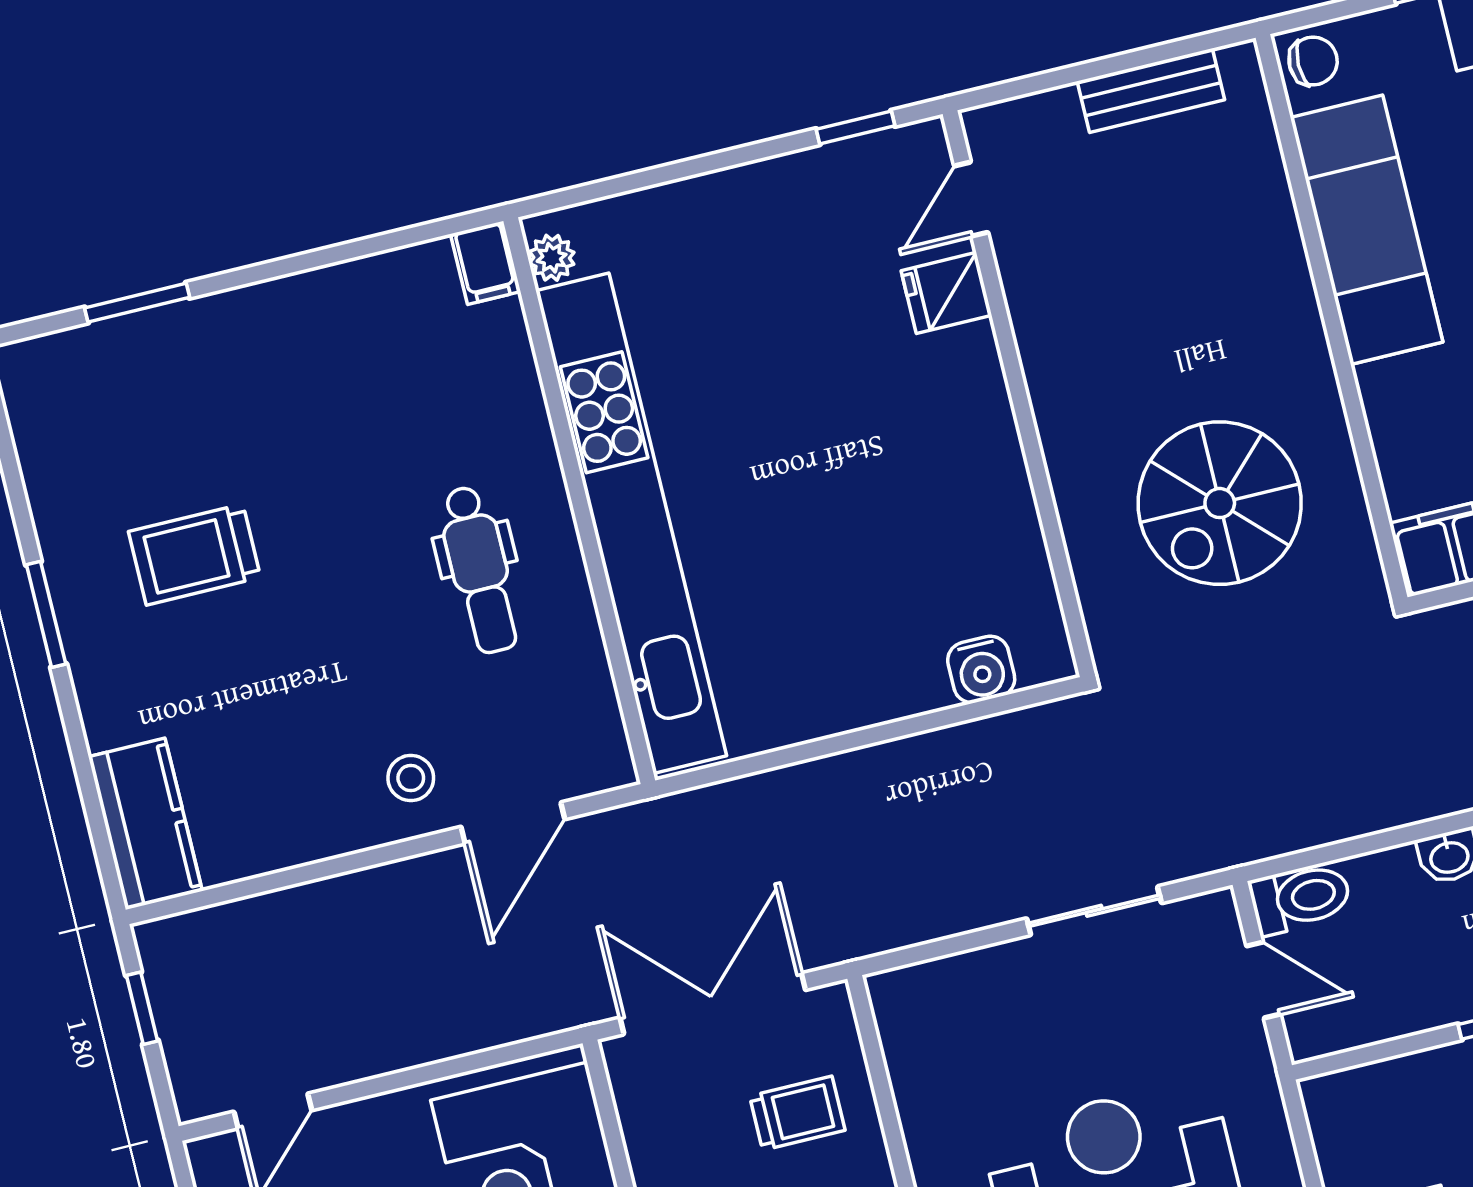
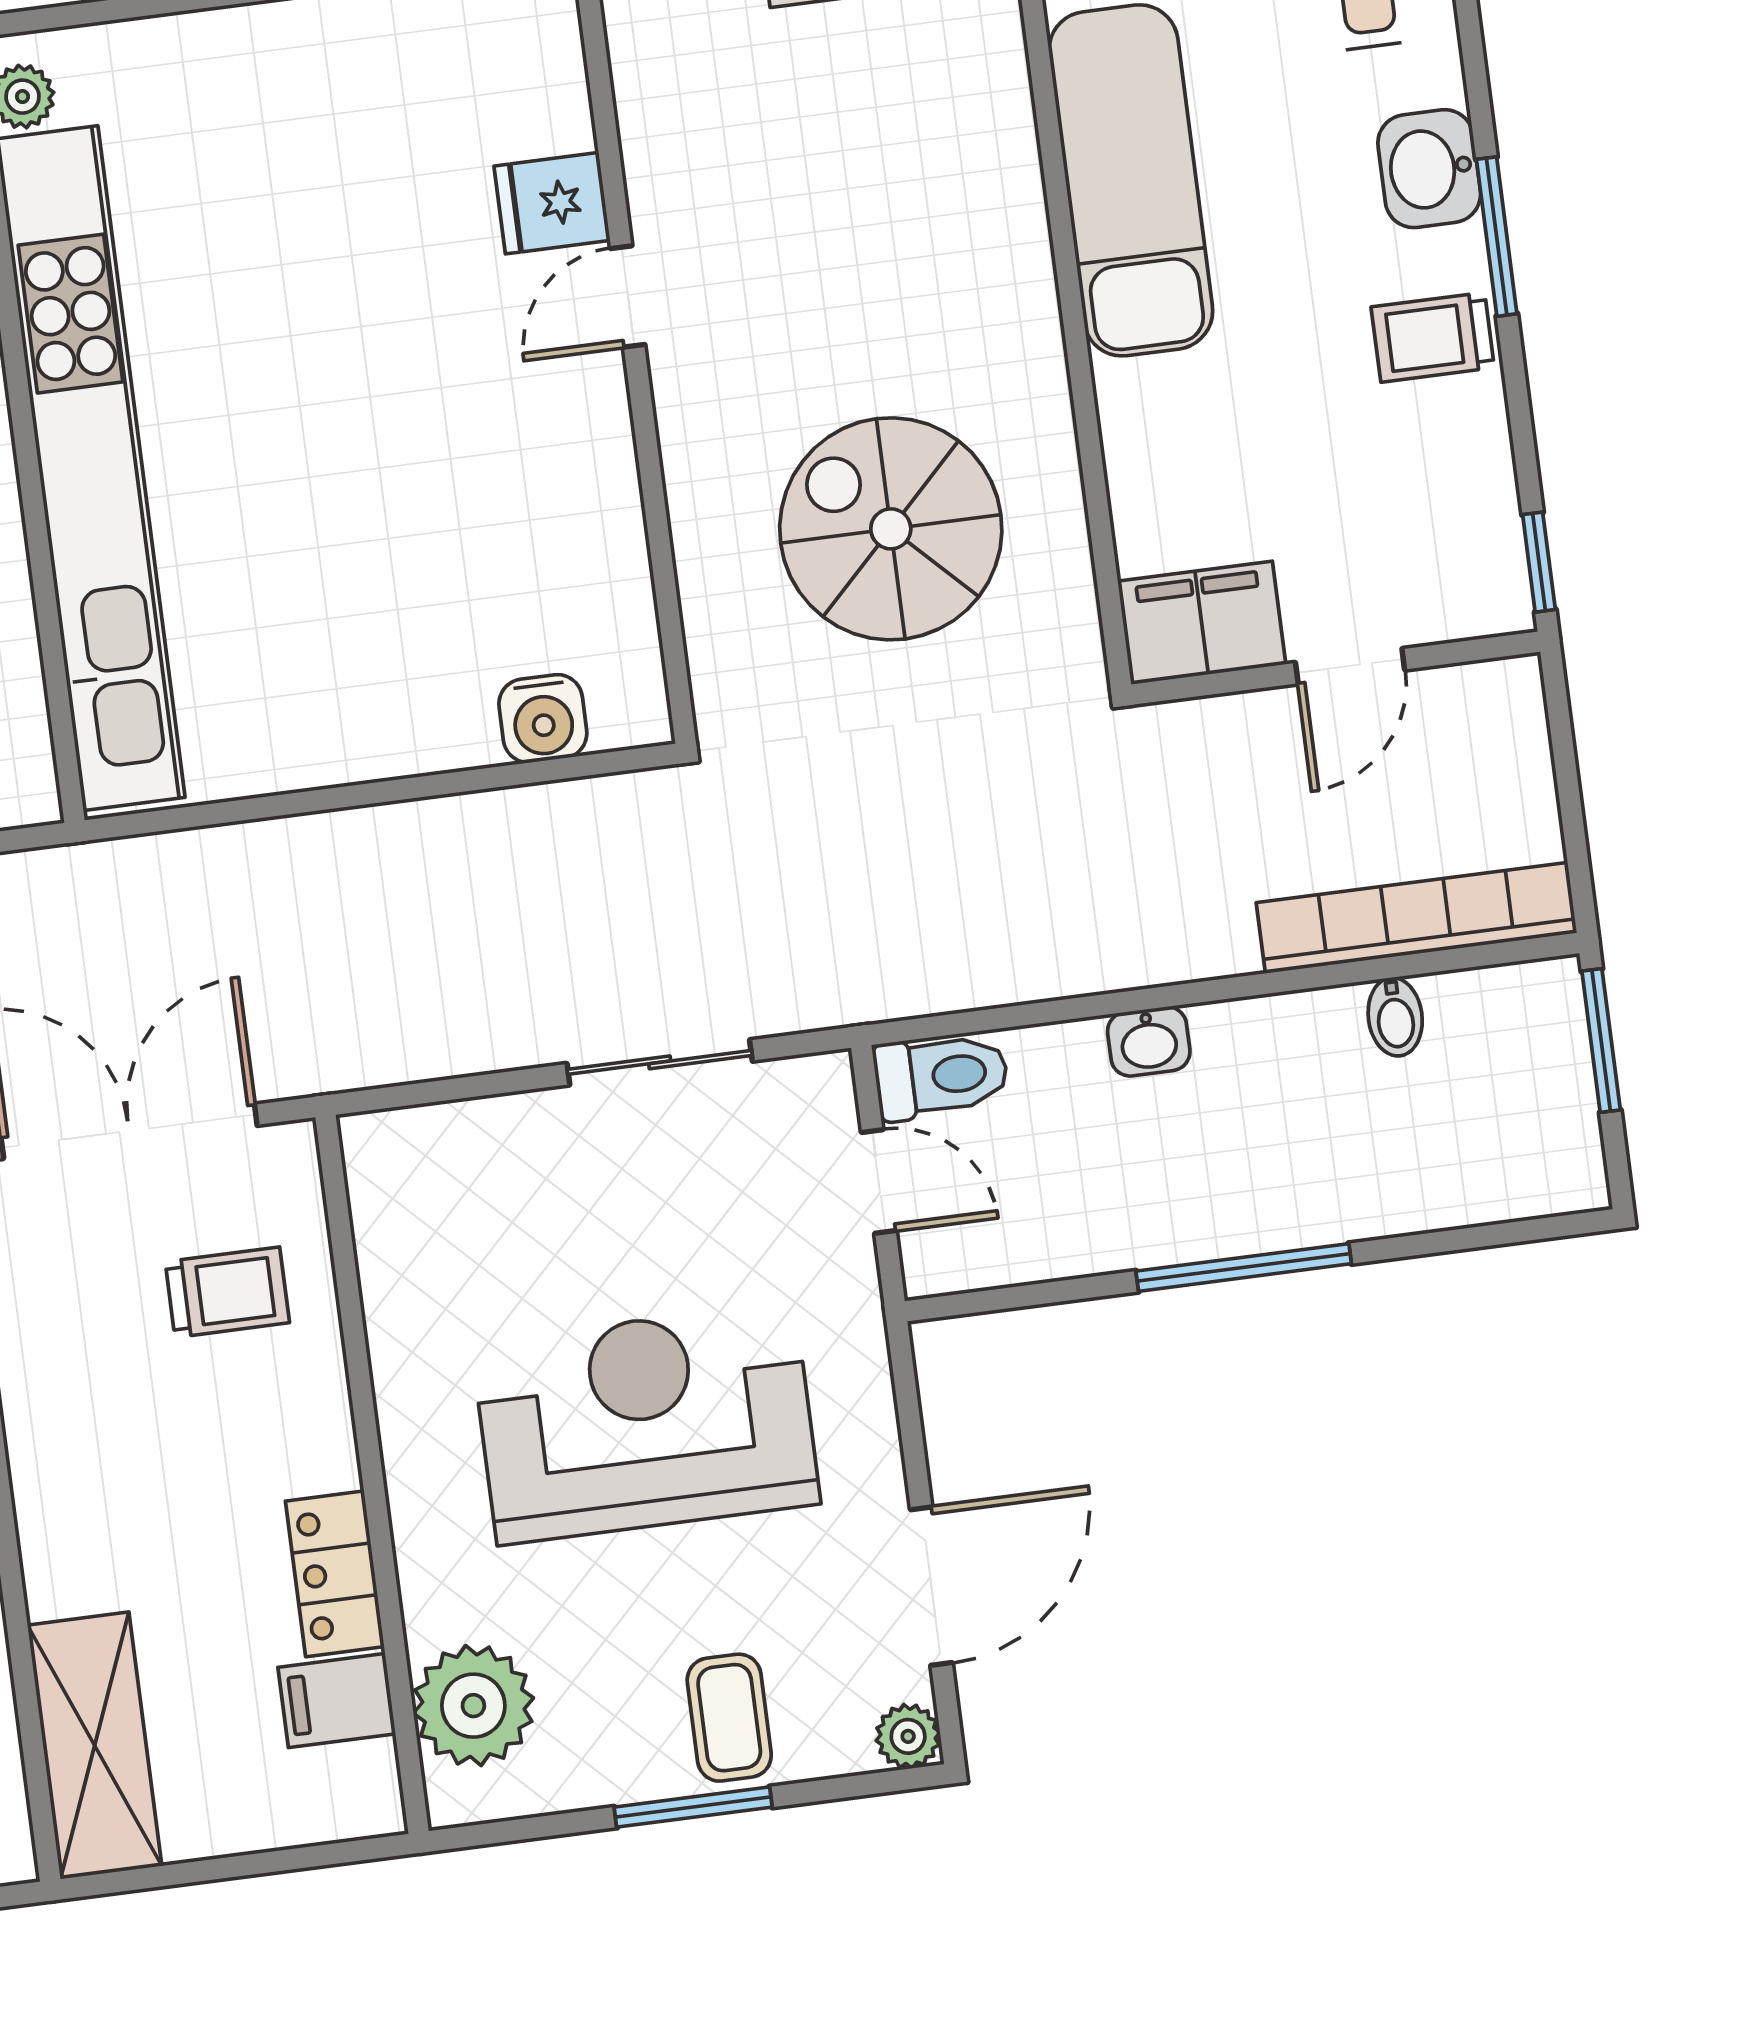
door: (971, 199) -> (628, 297), moved
spiral stairs: (1220, 503) -> (891, 529), turned 90

